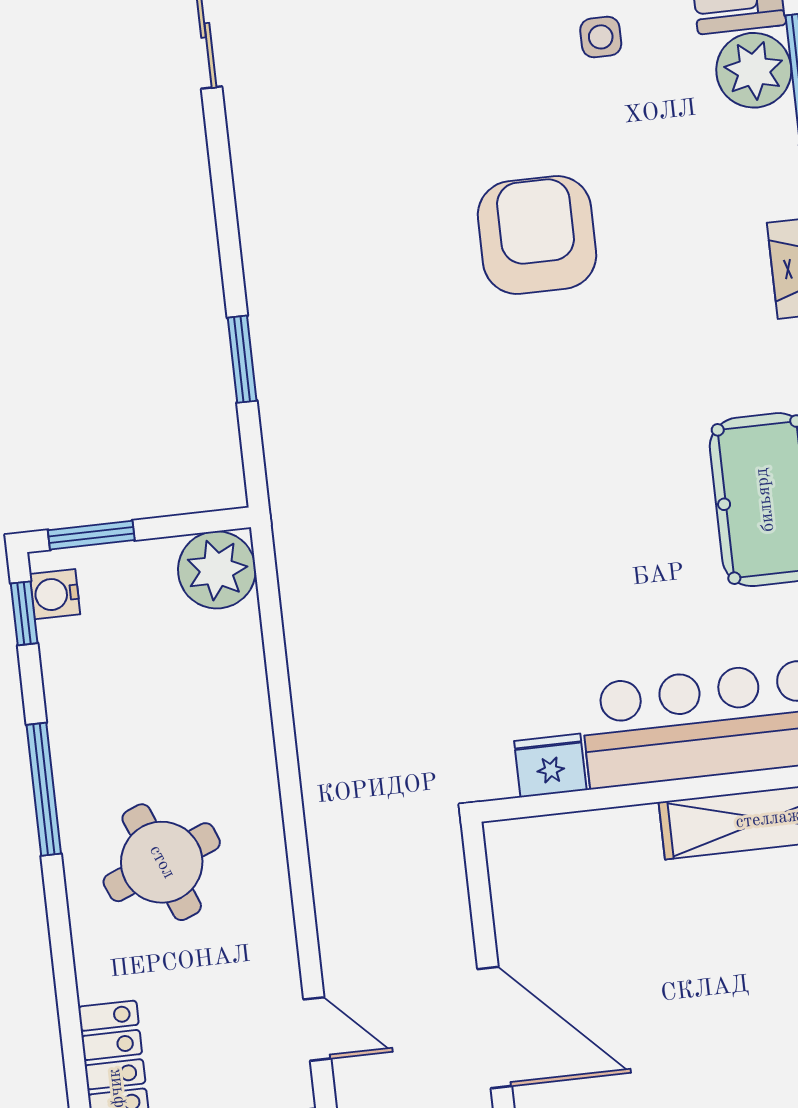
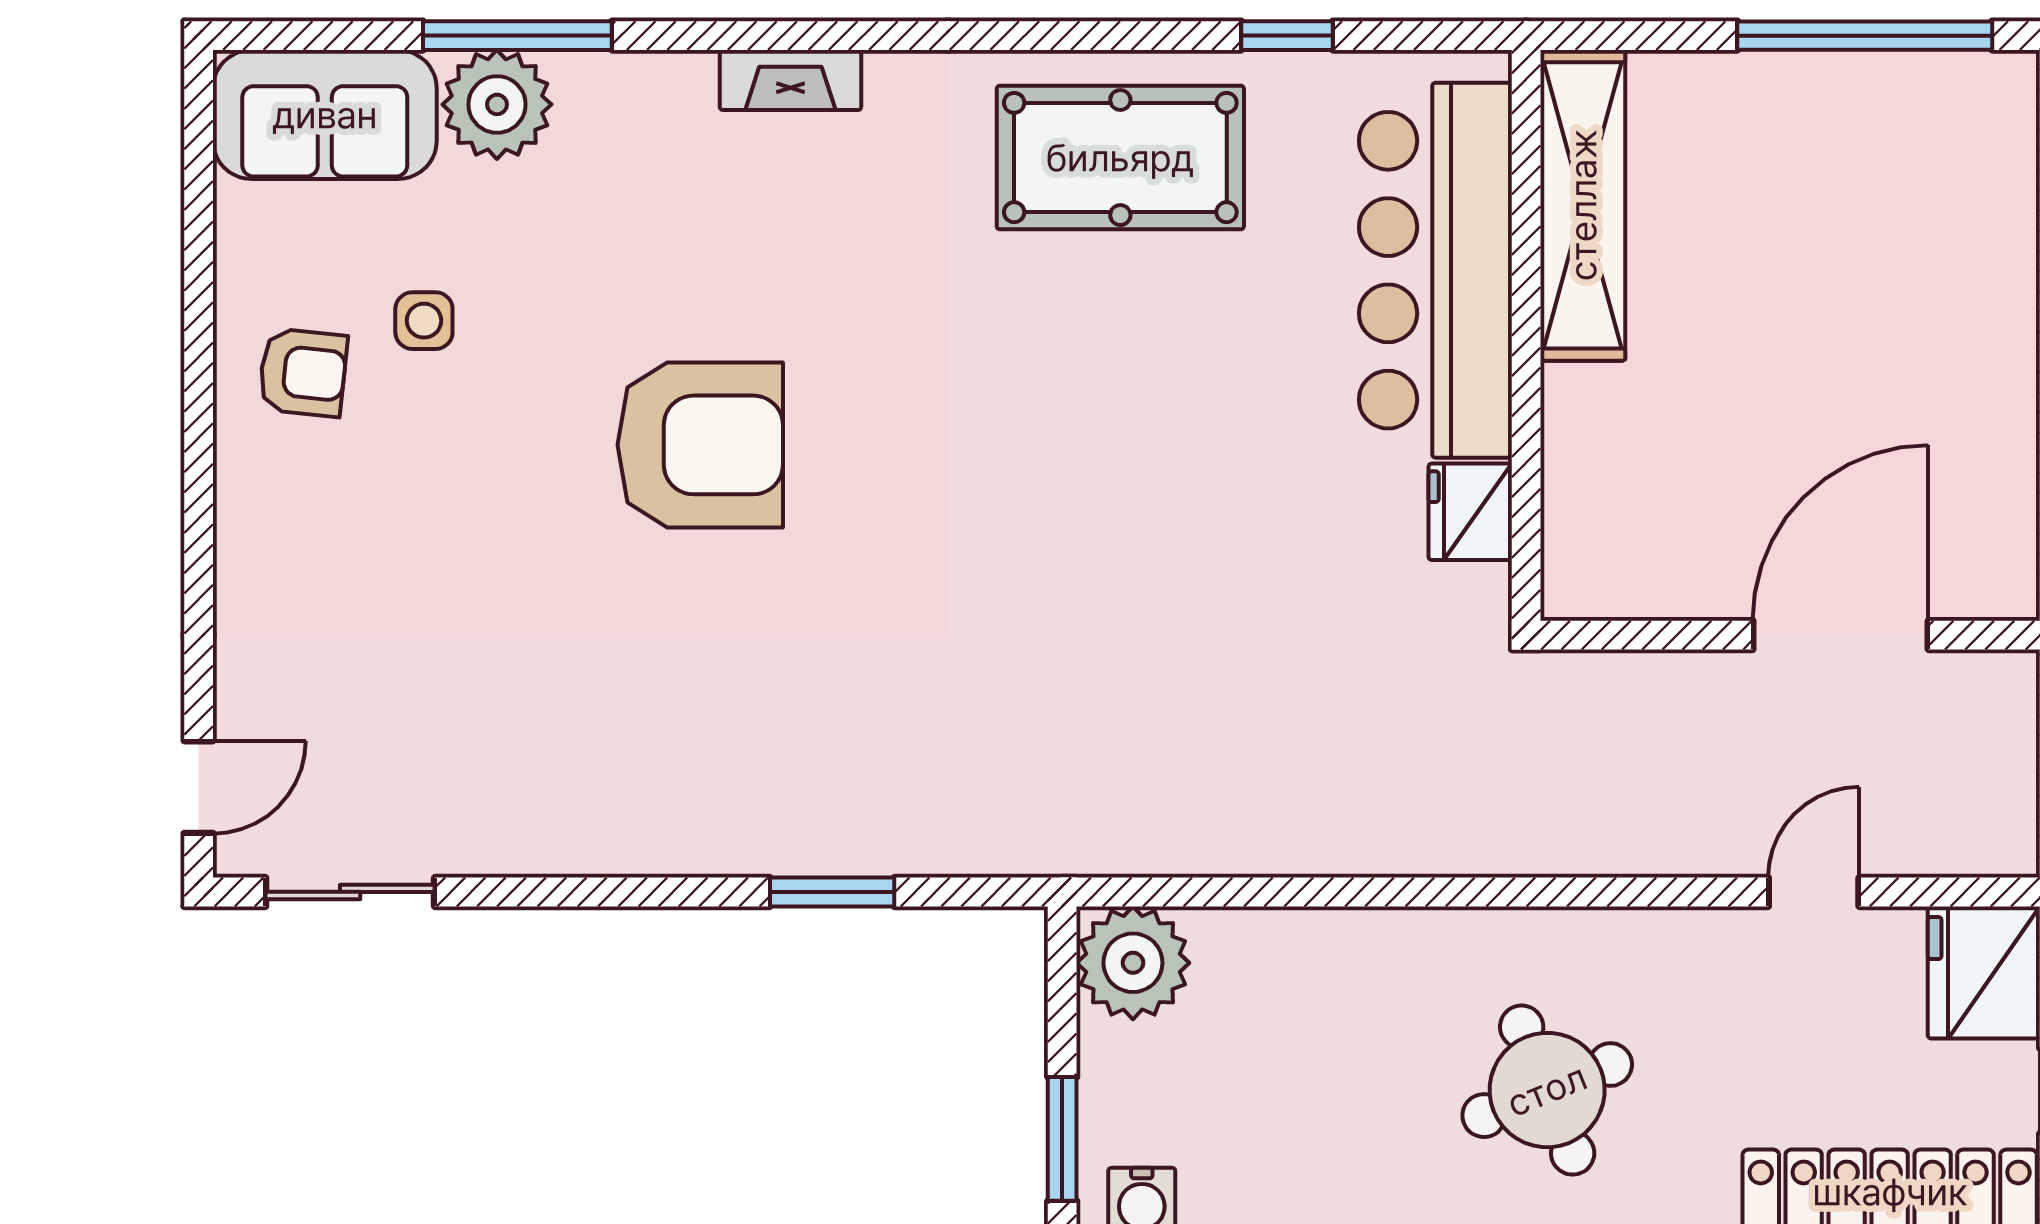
armchair: (537, 235) -> (700, 445), turned 180

